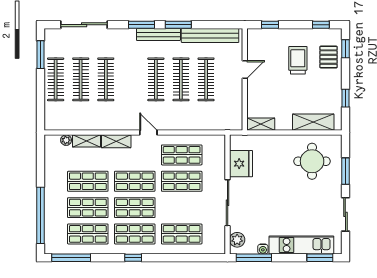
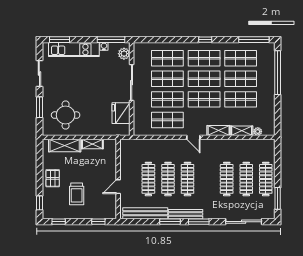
pallet: (329, 57) -> (53, 178), moved
window: (345, 98) -> (39, 164), removed
shelving: (261, 124) -> (92, 144), moved
shop shelf: (182, 208) -> (167, 79), added

